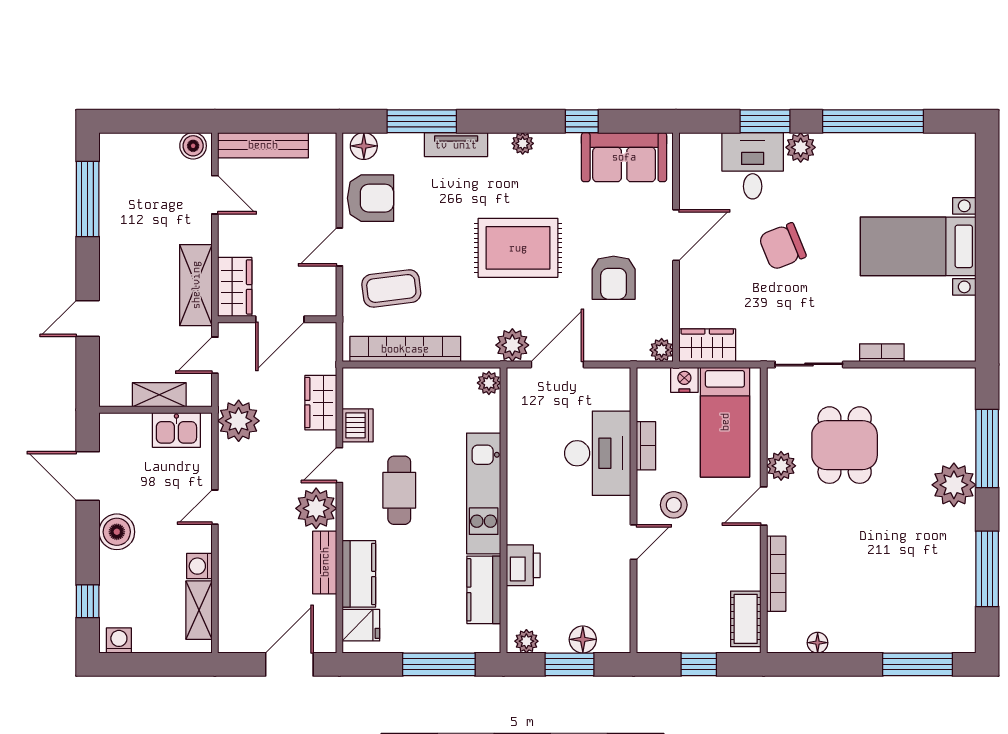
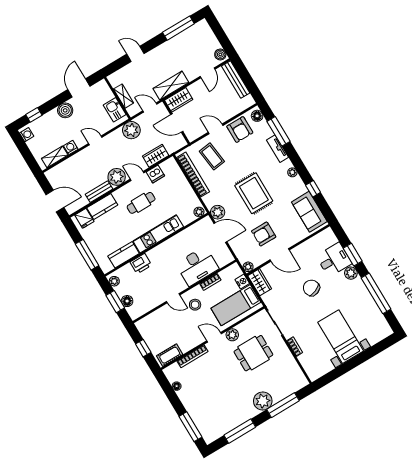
door: (676, 235) -> (280, 255), moved

